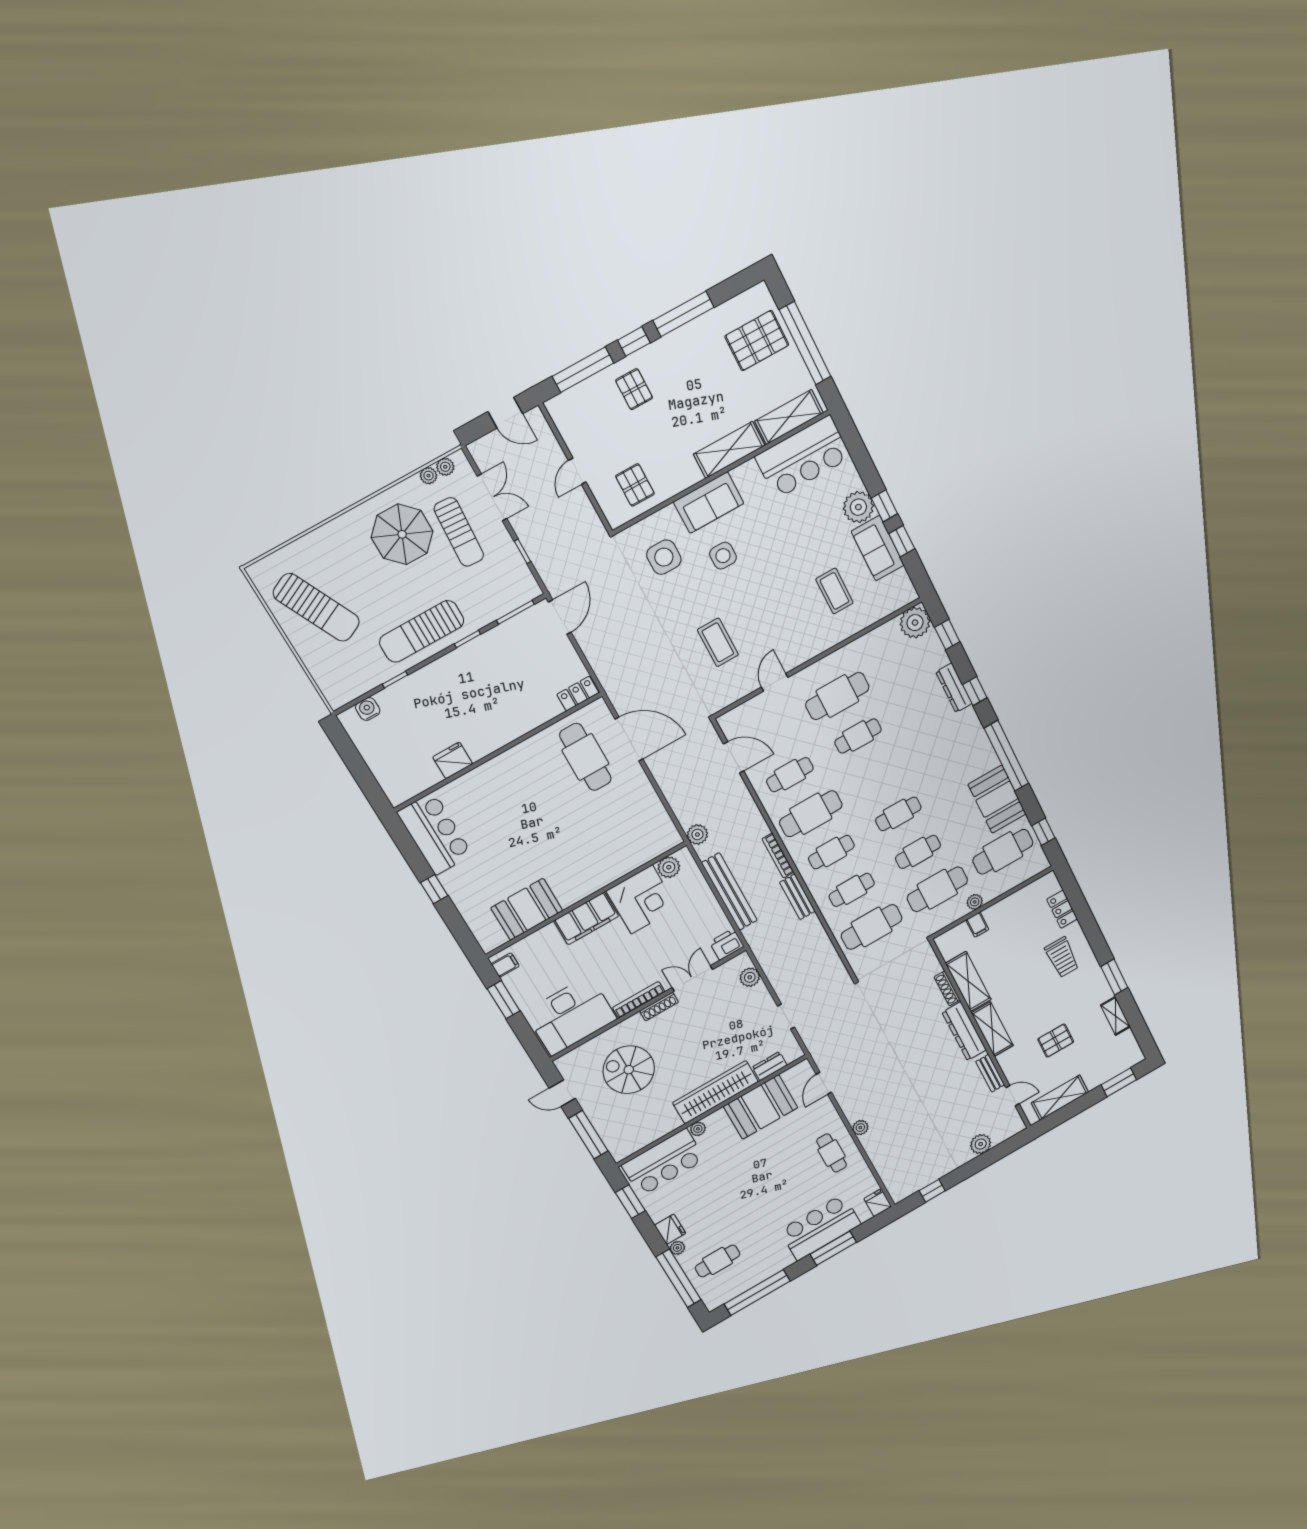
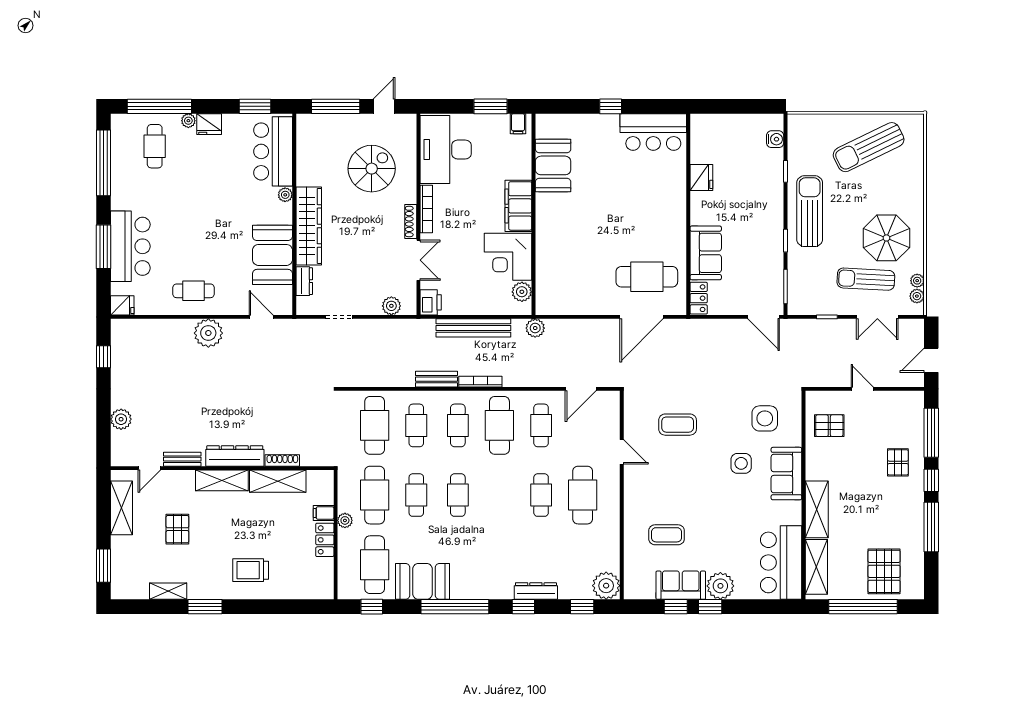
pallet: (634, 389) -> (898, 462), turned 90
sofa: (528, 713) -> (706, 253), added
locker: (1062, 909) -> (325, 540), moved, turned -90
plant: (860, 1128) -> (208, 333), width x1.88, depth x1.88

